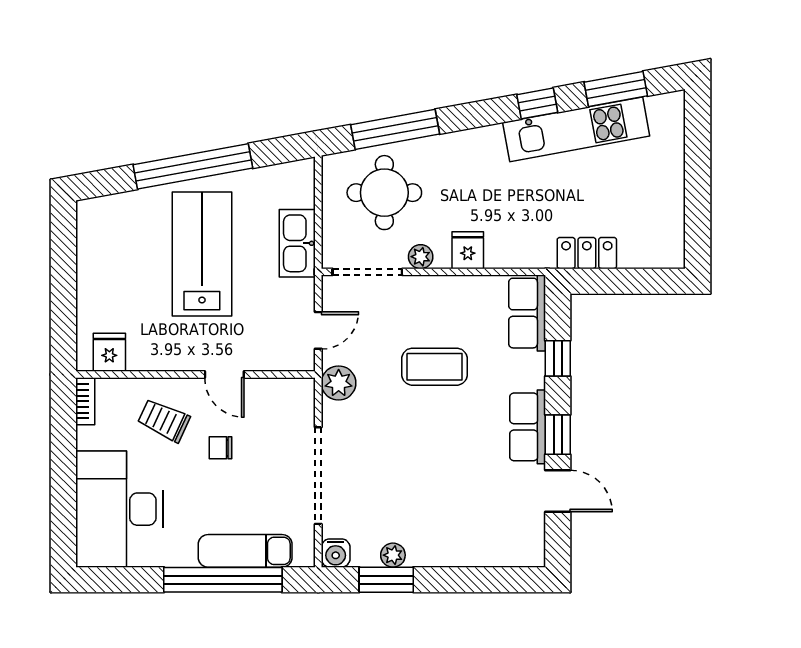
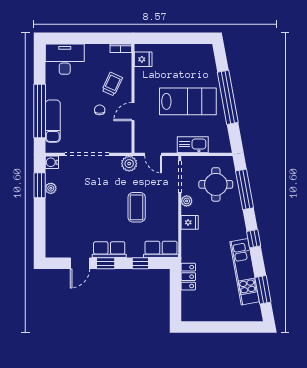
window: (537, 103) -> (254, 239), moved
desk: (119, 509) -> (65, 59), width x0.73, depth x0.77

